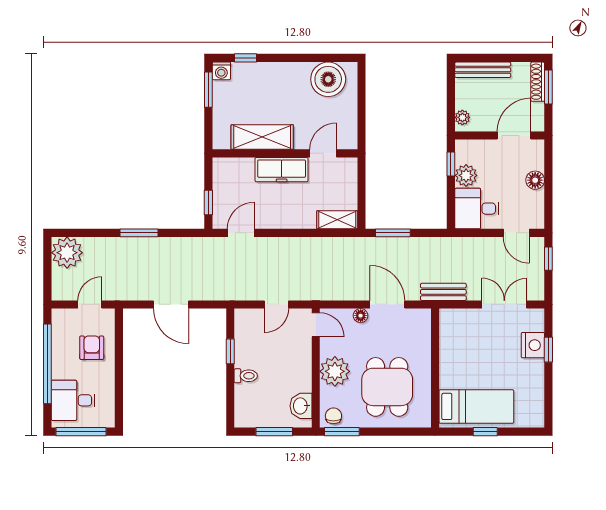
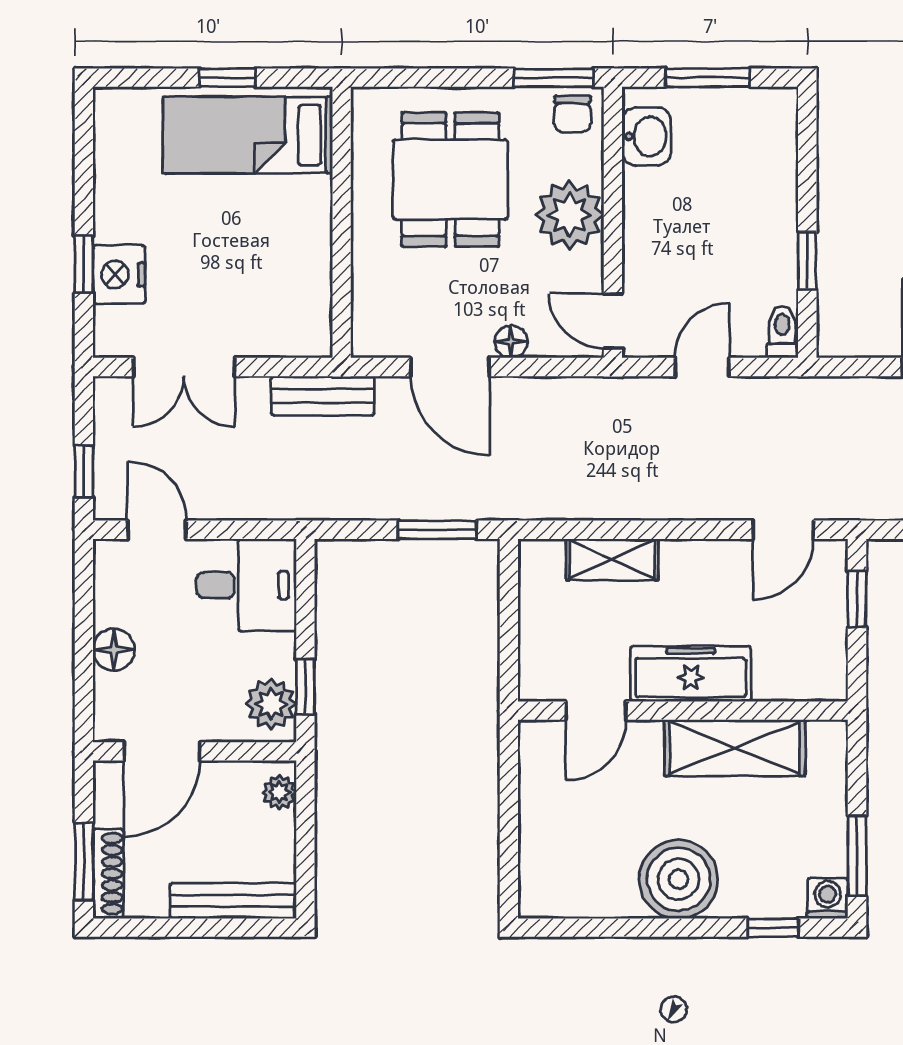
boiler: (328, 79) -> (679, 879), moved
plant: (466, 175) -> (271, 704), moved
shelving: (337, 220) -> (612, 560), moved
toilet: (246, 376) -> (782, 332), moved, turned 90

